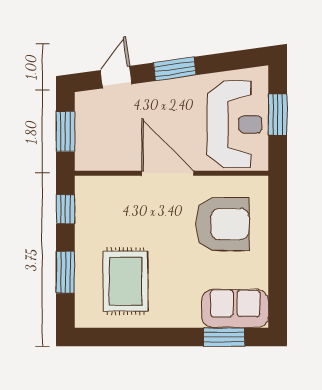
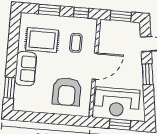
coffee table: (125, 214) -> (76, 43), added
sofa: (235, 308) -> (26, 69), moved

